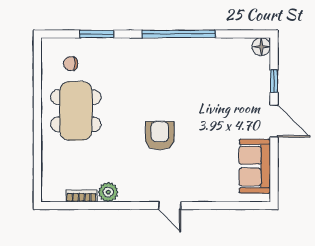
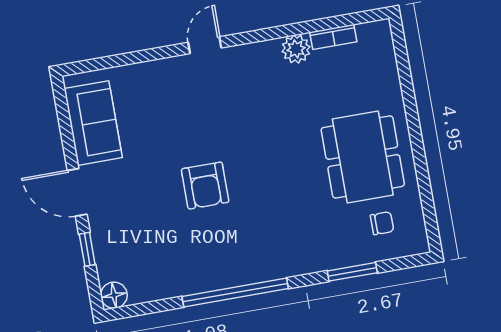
armchair: (160, 136) -> (205, 186), moved
door: (170, 206) -> (205, 45), hinge flipped

